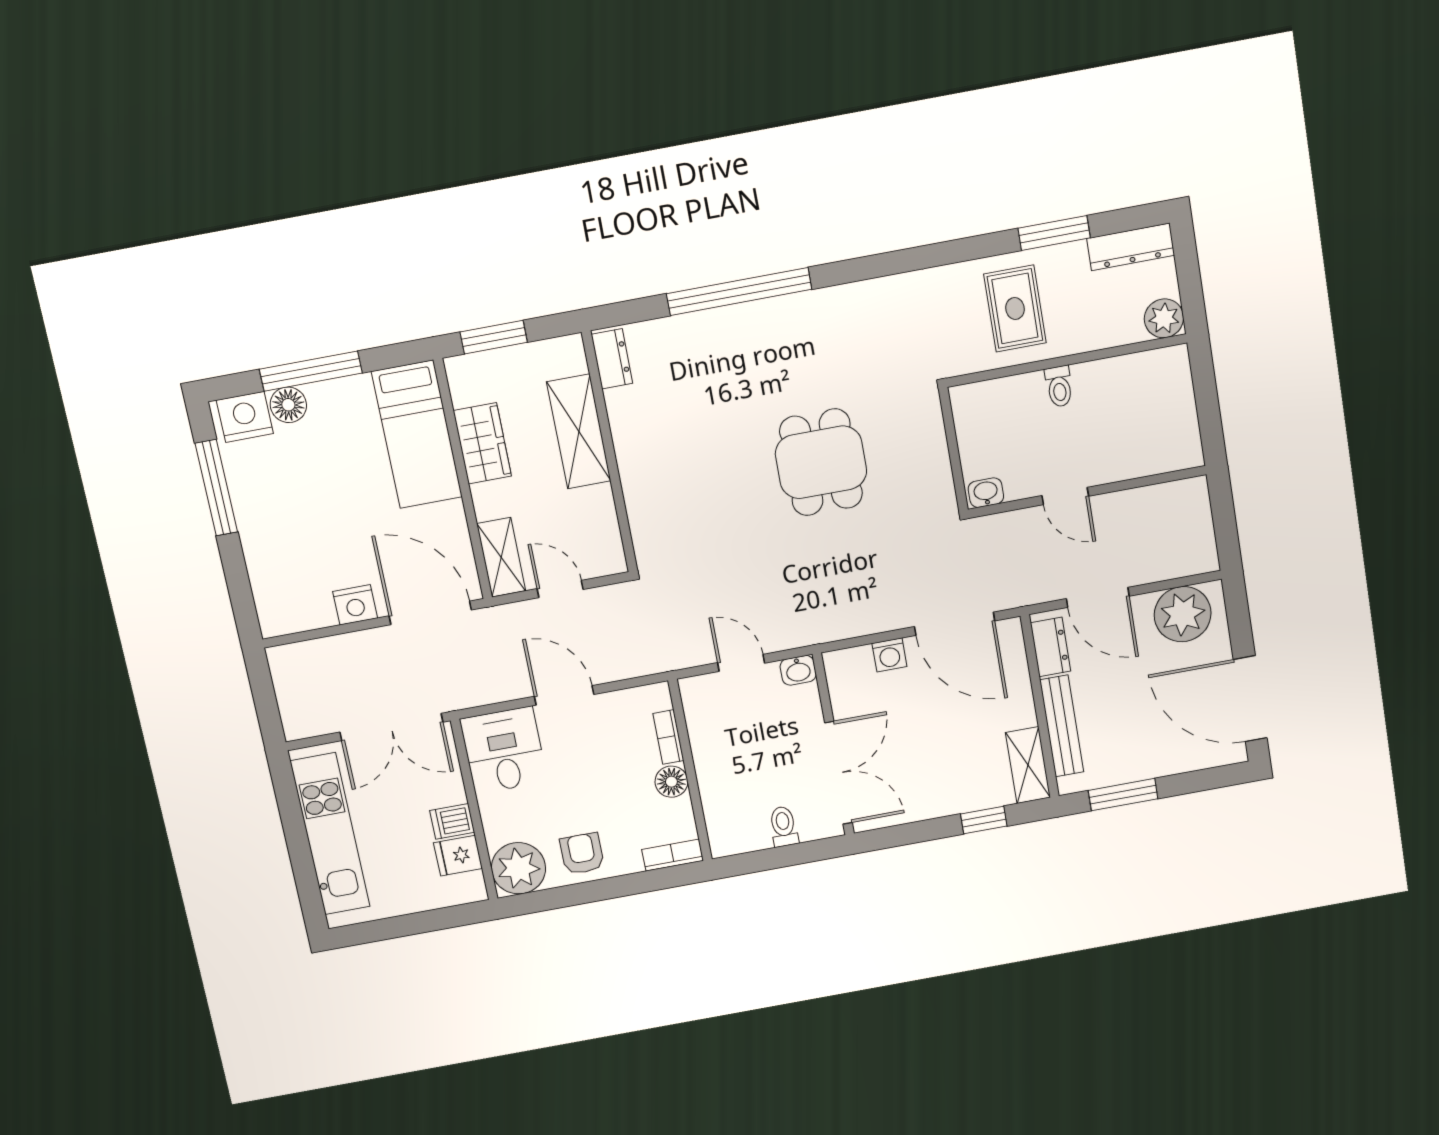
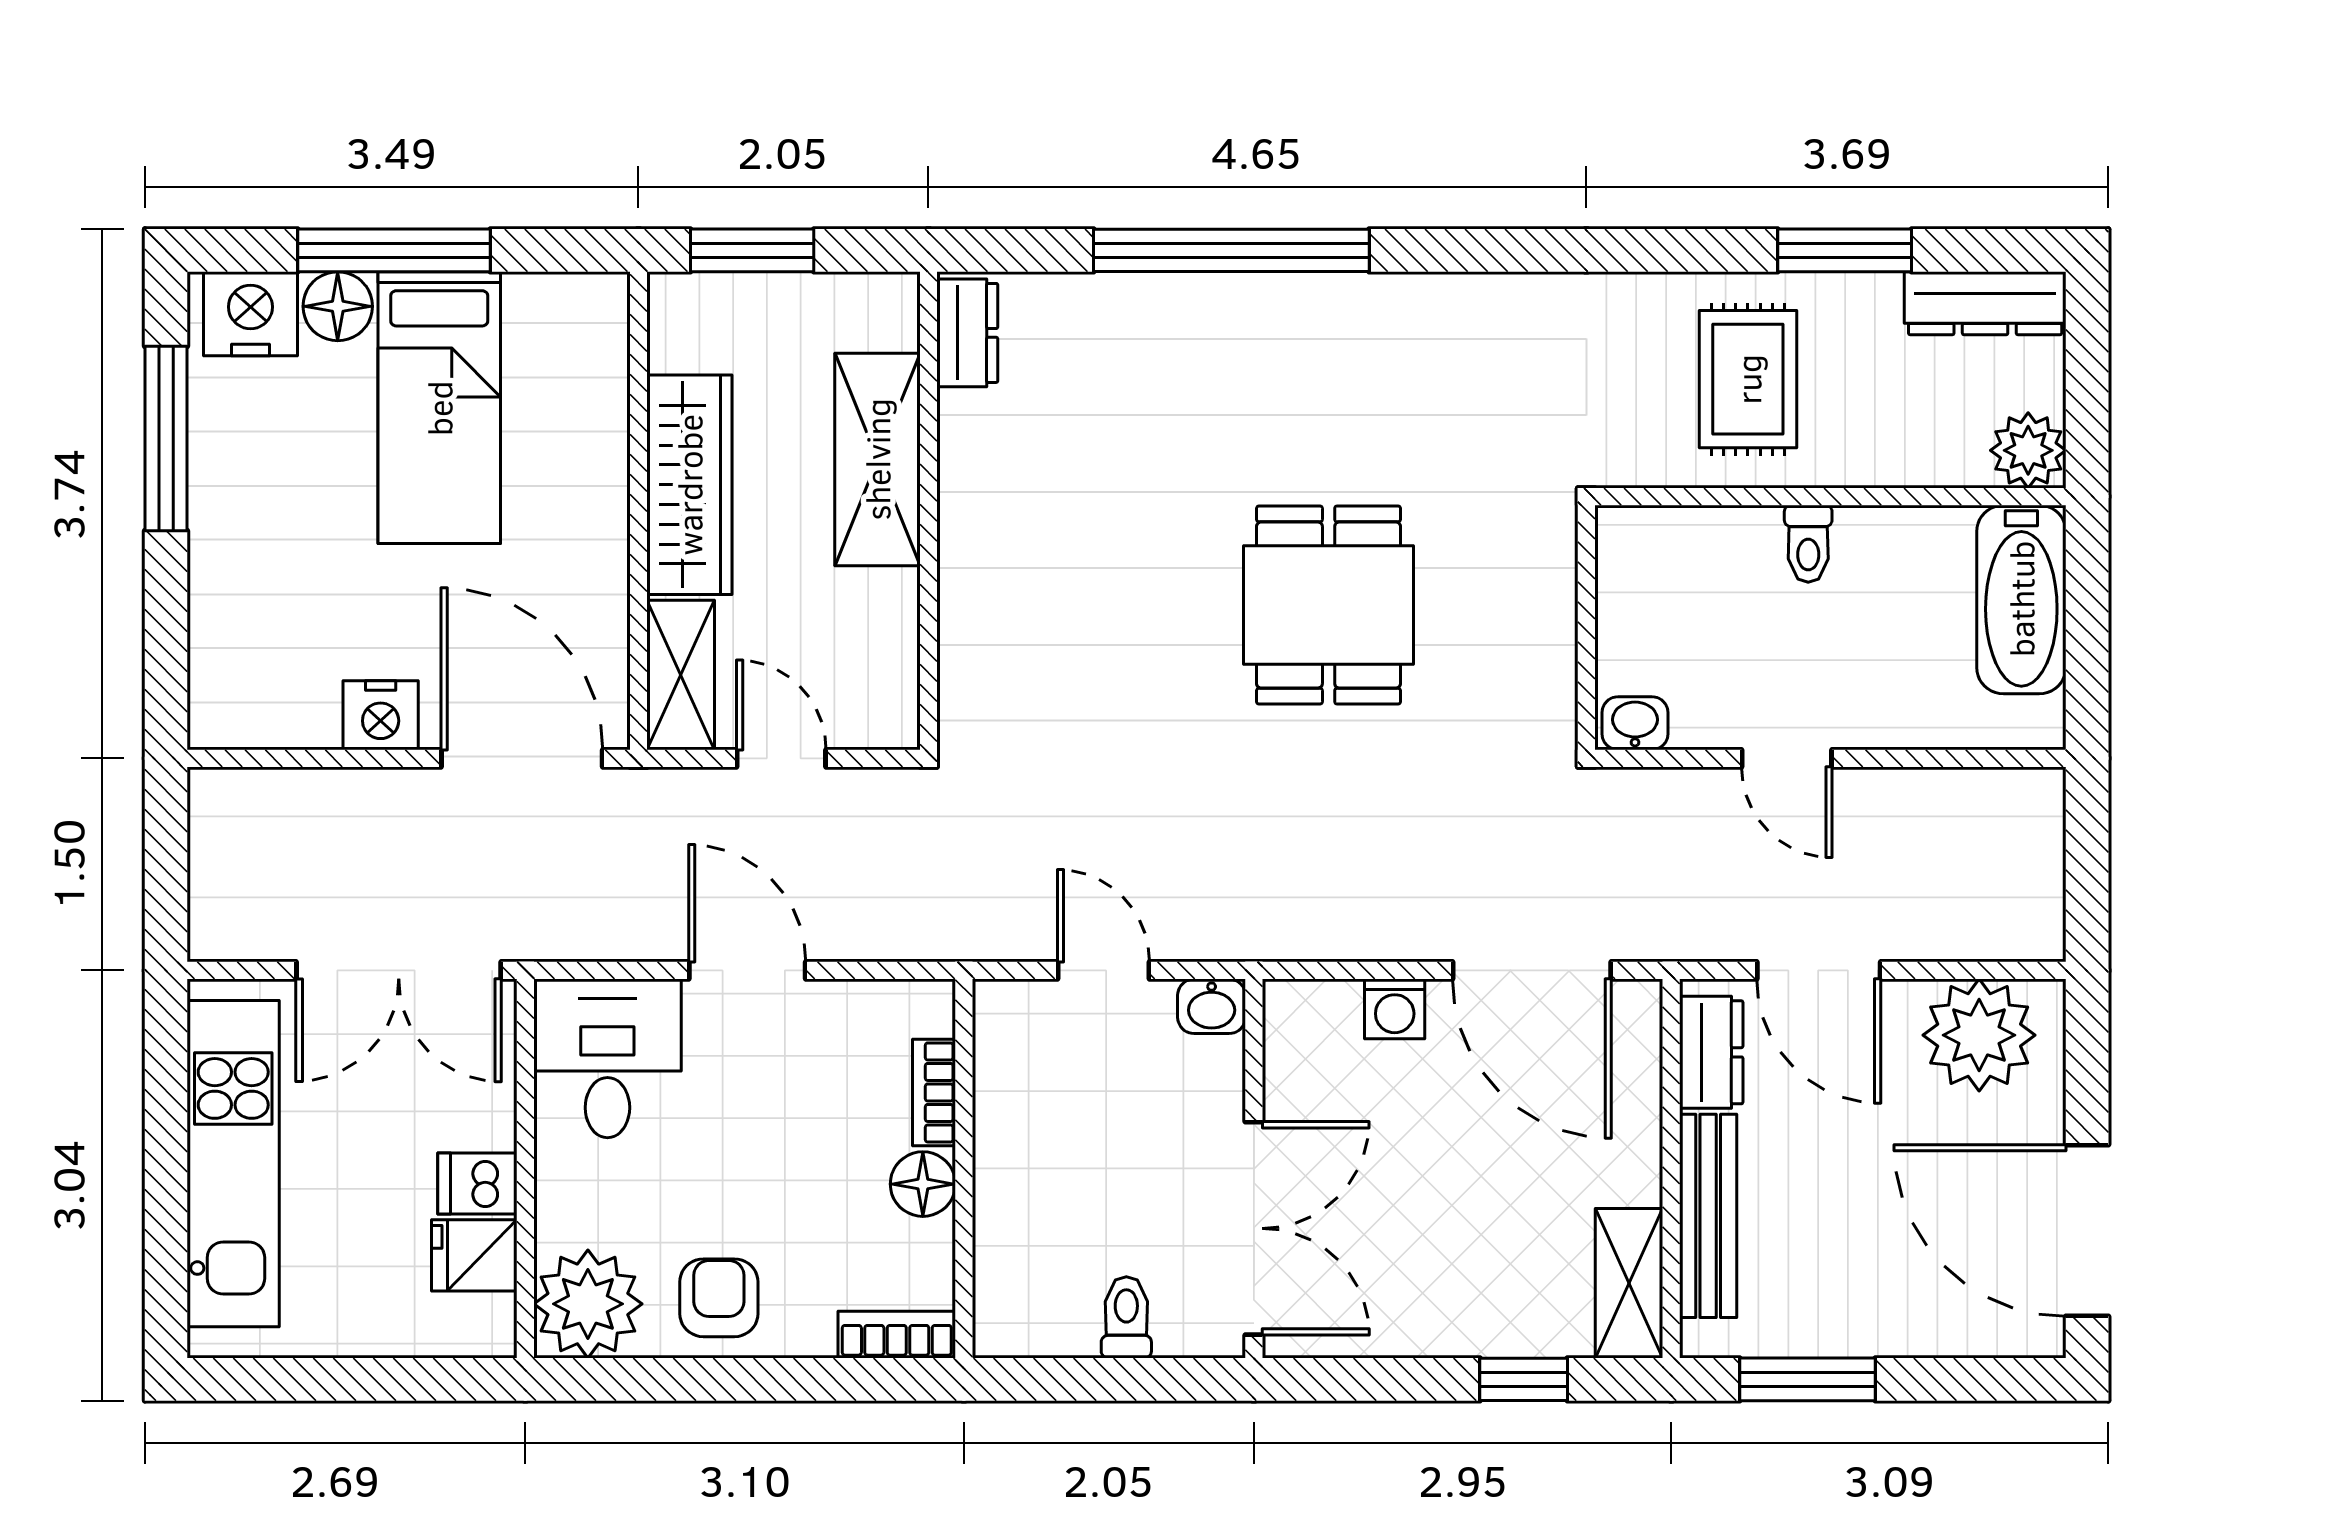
bathtub: (1172, 395) -> (2021, 599), added
bed: (417, 434) -> (439, 408), moved
wardrobe: (482, 443) -> (689, 485), width x1.50

